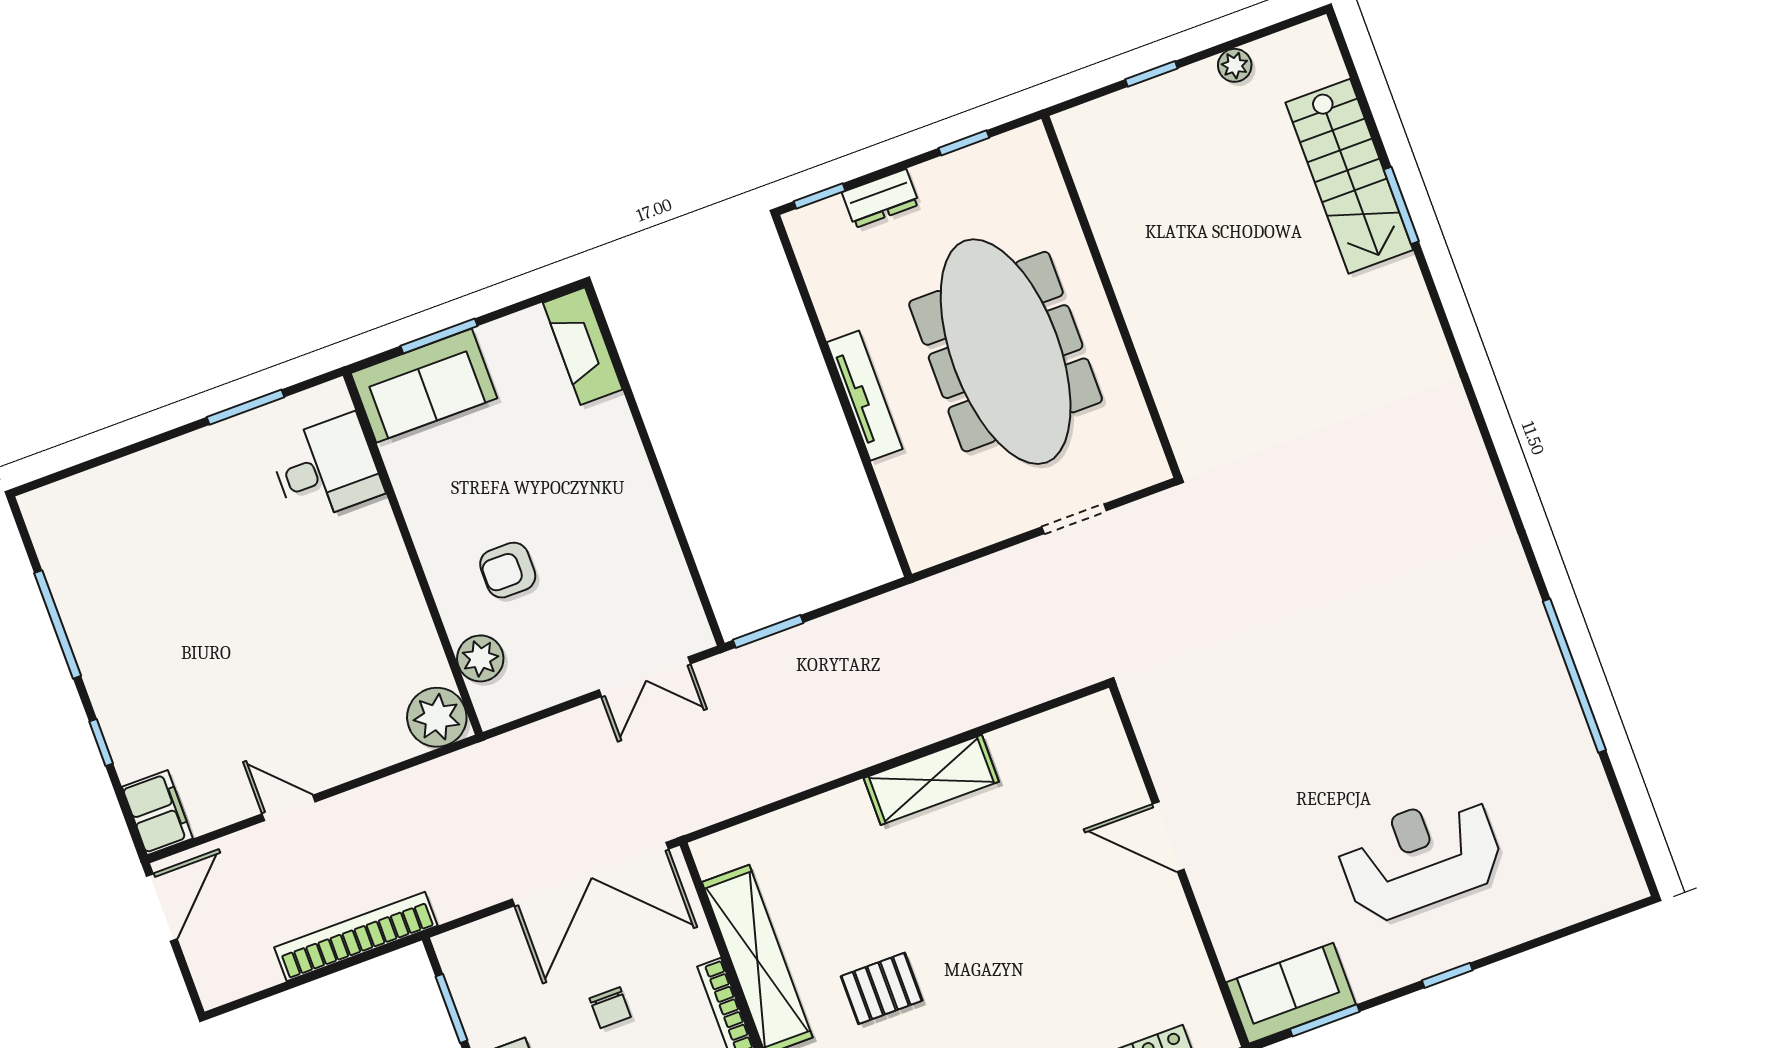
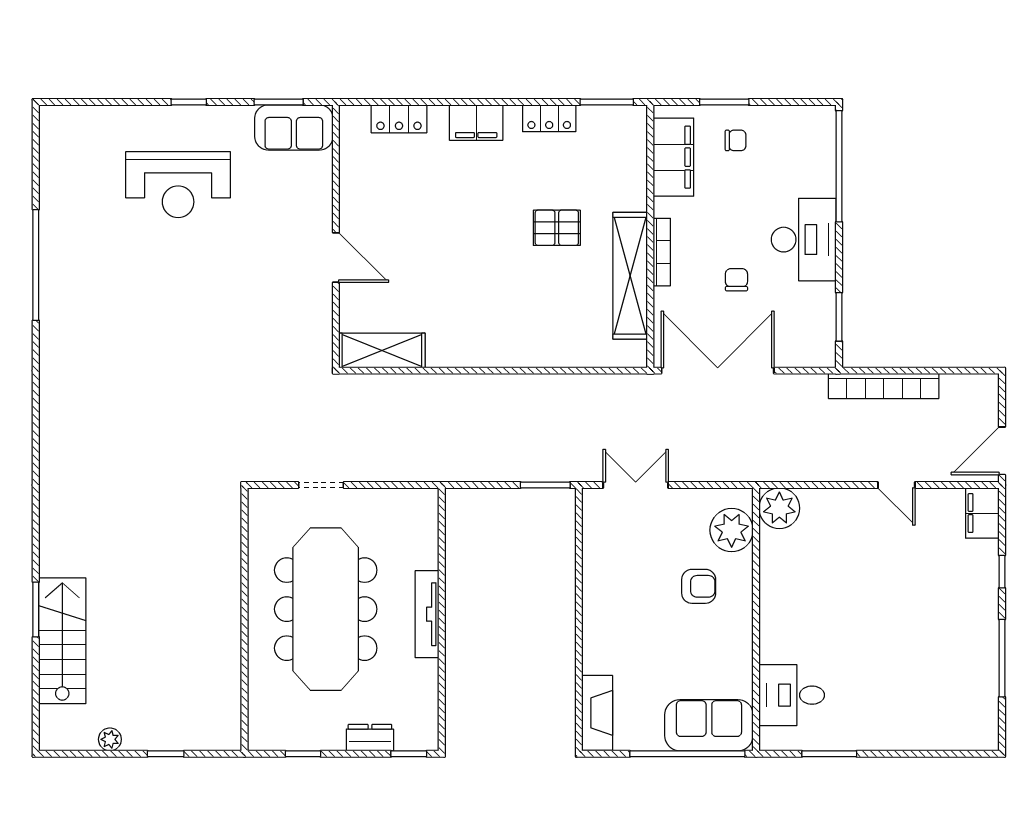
window: (439, 336) -> (687, 754), width x2.11
plant: (480, 658) -> (732, 530), width x1.36, depth x1.36
shelving: (931, 780) -> (382, 350), moved

